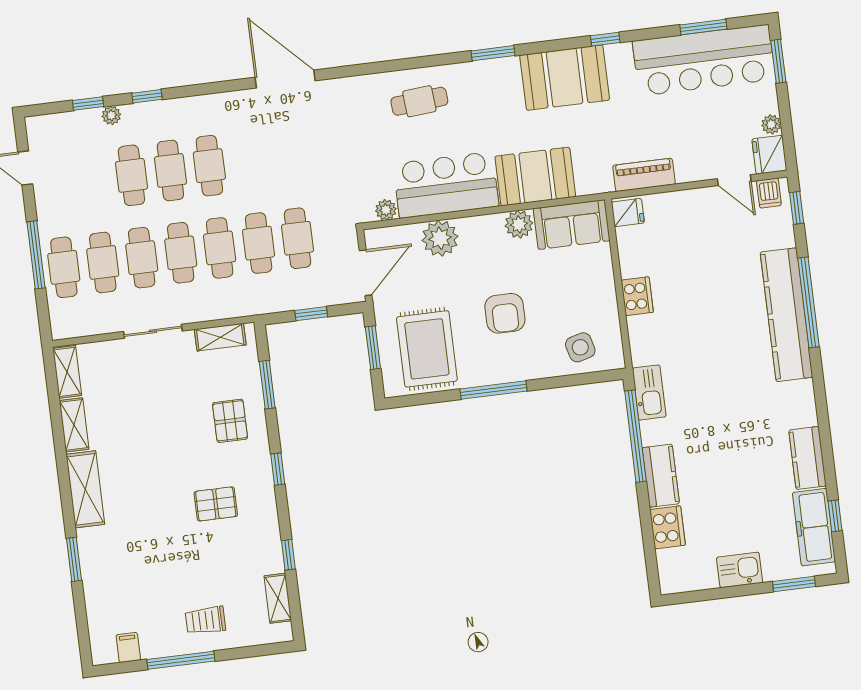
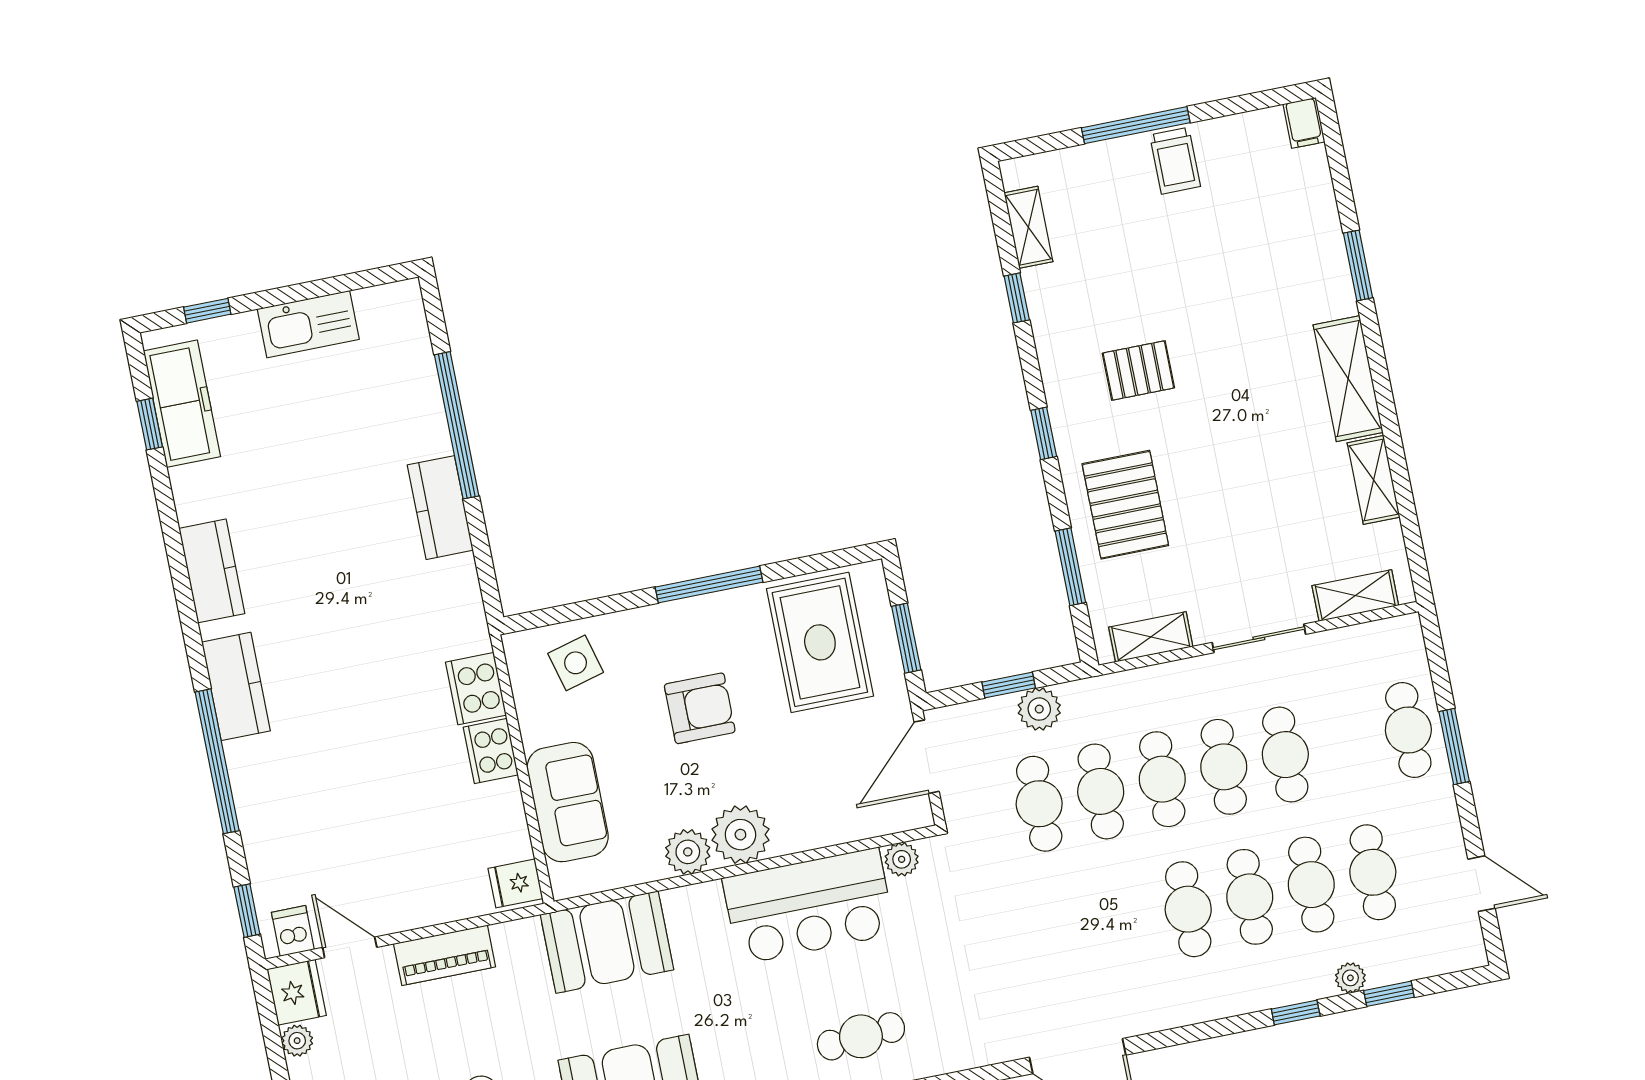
piano: (644, 175) -> (445, 955), moved
booth: (535, 176) -> (607, 942), moved
sofa: (572, 225) -> (568, 802), moved, turned 90
plant: (440, 238) -> (740, 835), moved
window: (36, 255) -> (1454, 747), width x0.69
cafe table: (103, 262) -> (1373, 872), moved
plant: (293, 297) -> (1039, 709), added
armchair: (505, 313) -> (700, 708), turned 90
kitchen counter: (786, 315) -> (236, 686), width x0.48, depth x0.86
shelving: (67, 372) -> (1355, 595), moved, turned 90
kitchen sink: (649, 392) -> (460, 599), removed
pallet: (230, 421) -> (1125, 505), width x1.50, depth x1.42
window: (635, 436) -> (457, 425), moved
kitchen counter: (808, 458) -> (212, 571), moved
kitchen counter: (661, 476) -> (440, 508), moved
cooker: (668, 527) -> (476, 689), moved
kitchen sink: (740, 570) -> (308, 324), width x1.38
window: (794, 584) -> (207, 311), width x0.67
trolley: (205, 620) -> (1175, 161), moved, turned 90
filing cabinet: (128, 647) -> (1304, 123), moved
window: (181, 660) -> (1136, 125), moved

